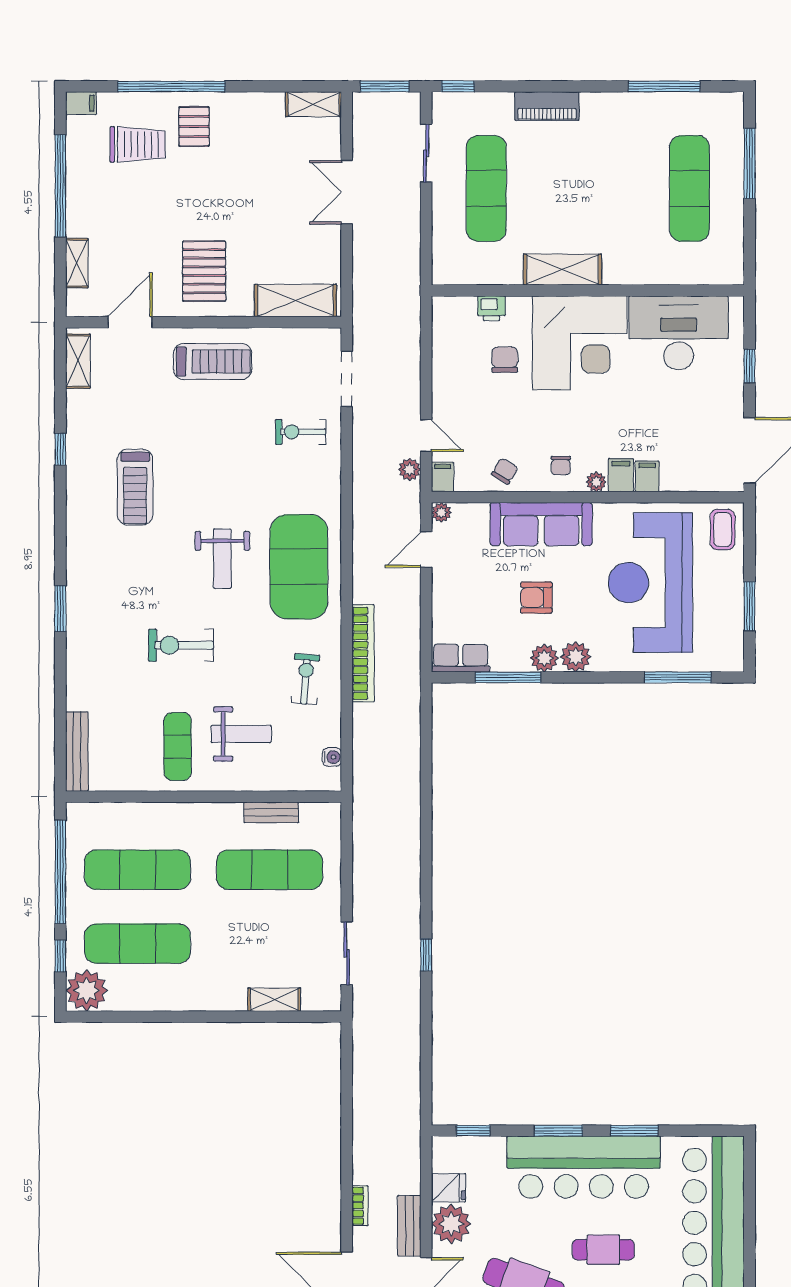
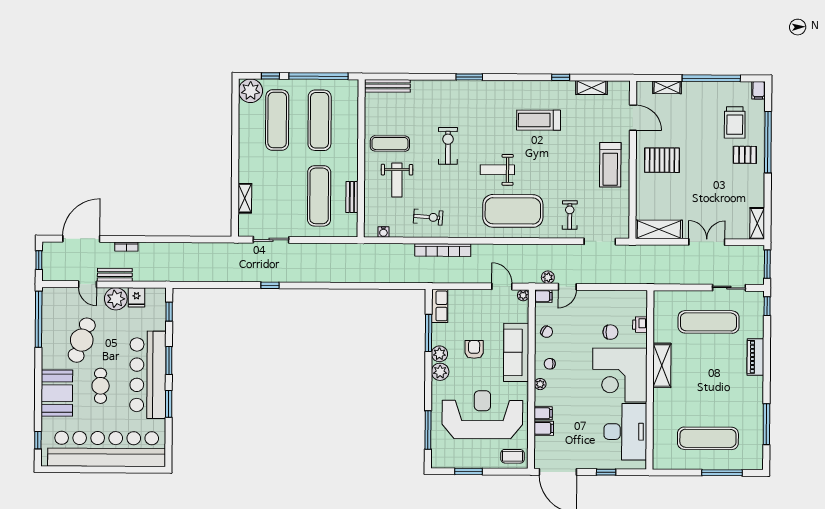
shelving: (295, 301) -> (659, 229), moved, turned 90
shelving: (78, 361) -> (591, 88), moved
filing cabinet: (621, 475) -> (544, 428), moved
exercise mat: (299, 567) -> (513, 211), moved

